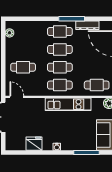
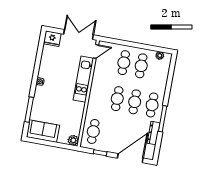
cafe table: (60, 85) -> (141, 66), moved
kitchen unit: (68, 104) -> (83, 79), moved
fridge: (34, 144) -> (52, 39), moved, turned 90

